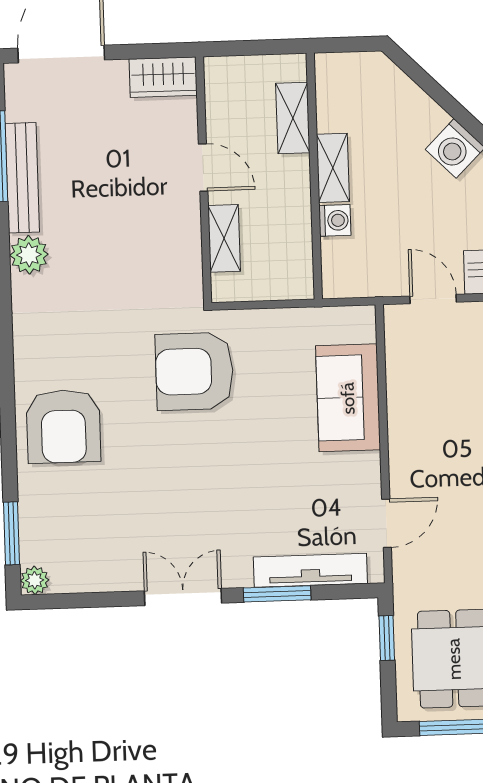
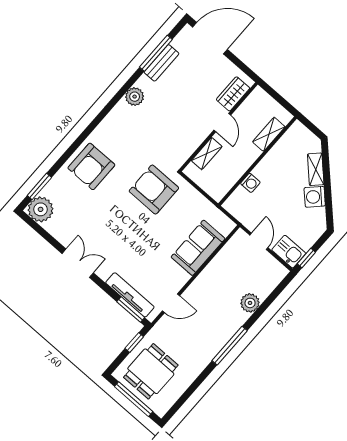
wardrobe: (163, 77) -> (233, 94), moved, turned 90
shelving: (333, 168) -> (316, 169), moved, turned -45
bench: (22, 178) -> (162, 63), width x0.73
plant: (35, 580) -> (41, 209), width x1.87, depth x1.87
window: (277, 594) -> (131, 310), moved

